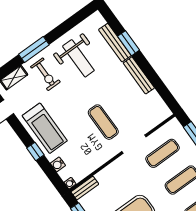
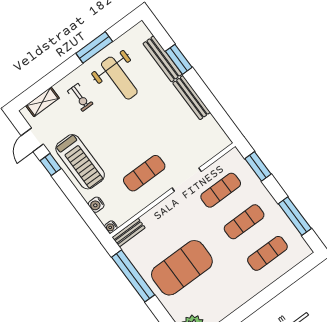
window: (34, 50) -> (94, 47), moved
exercise bike: (45, 74) -> (80, 97), width x0.73, depth x0.72
exercise mat: (103, 122) -> (144, 173), moved, turned 90
window: (35, 151) -> (51, 165), moved

